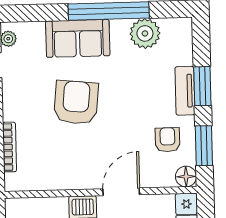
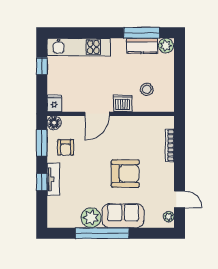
plant: (145, 33) -> (91, 218), moved
window: (202, 86) -> (42, 182), width x0.67
armchair: (76, 103) -> (125, 173), turned -96

